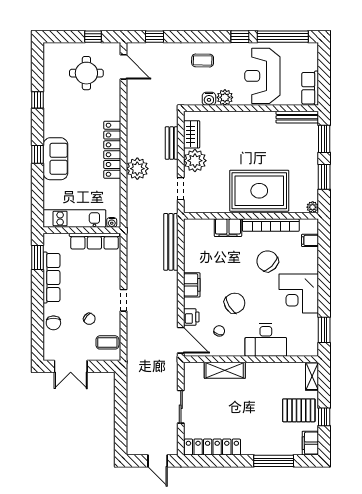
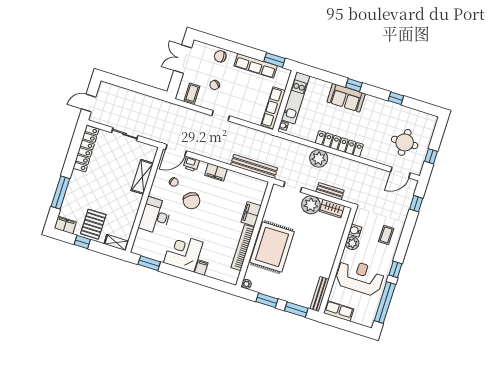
filing cabinet: (310, 240) -> (201, 268), moved
chair: (267, 261) -> (216, 236), removed

